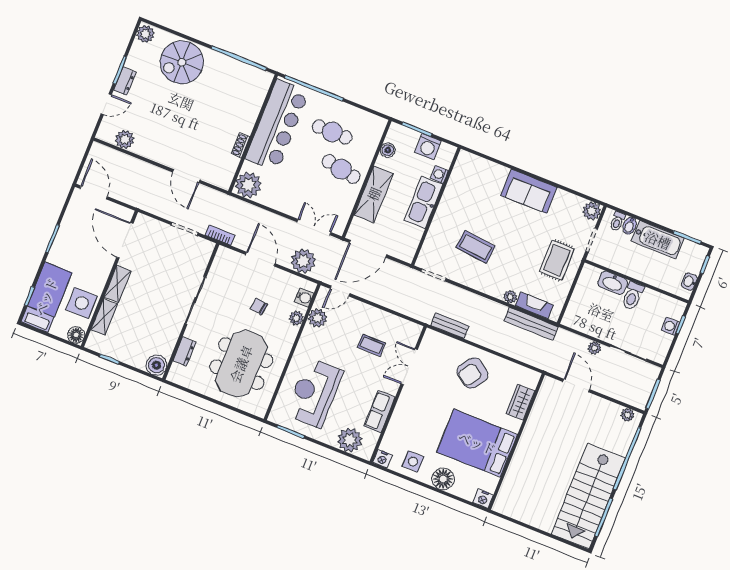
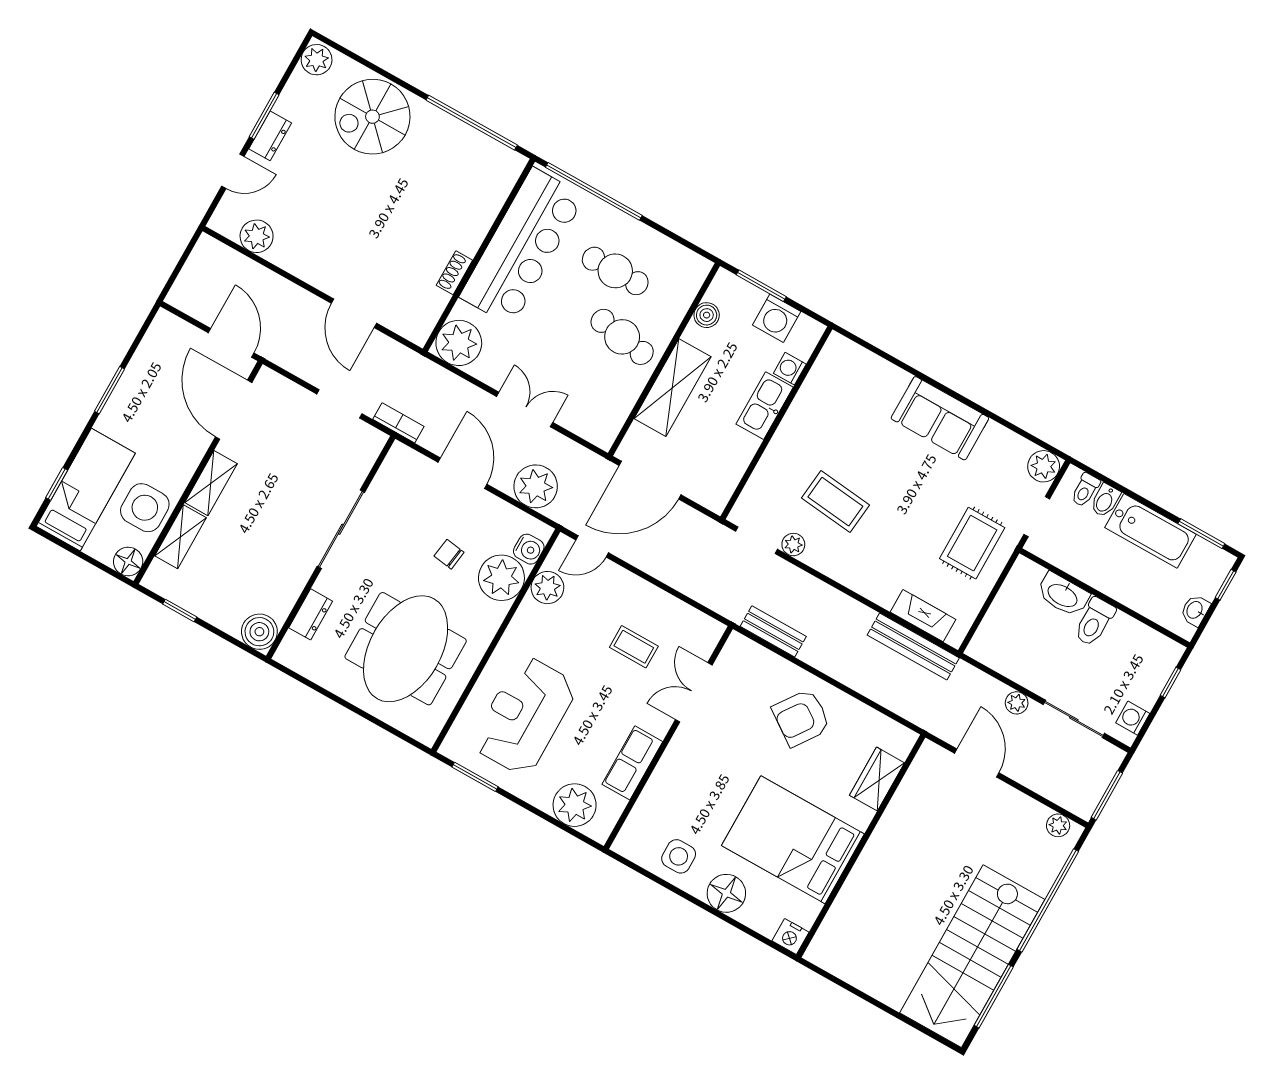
door: (94, 192) -> (231, 343), moved
kitchen sink: (423, 203) -> (765, 406), width x0.73, depth x0.81
double door: (314, 227) -> (525, 409), moved
plant: (510, 297) -> (793, 545), moved
plant: (296, 318) -> (501, 578), width x1.88, depth x1.88
washing machine: (671, 326) -> (1133, 718), moved
nightstand: (382, 459) -> (627, 845), removed

